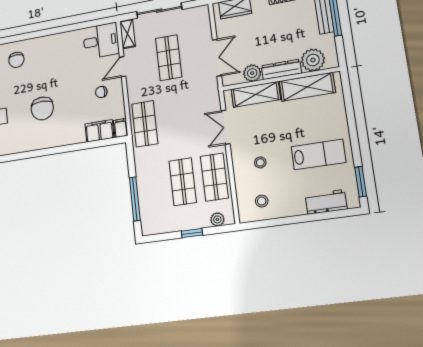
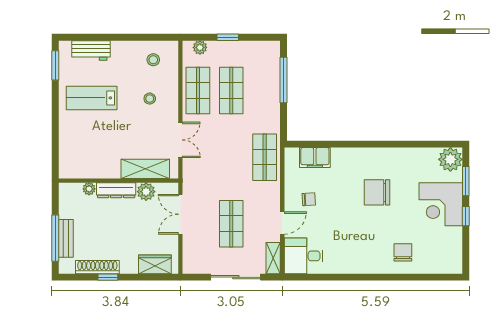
plant: (313, 60) -> (89, 189), width x0.53, depth x0.53
shelving: (307, 87) -> (93, 168), removed
chair: (42, 108) -> (377, 192), turned -90
filing cabinet: (121, 128) -> (291, 157), removed

